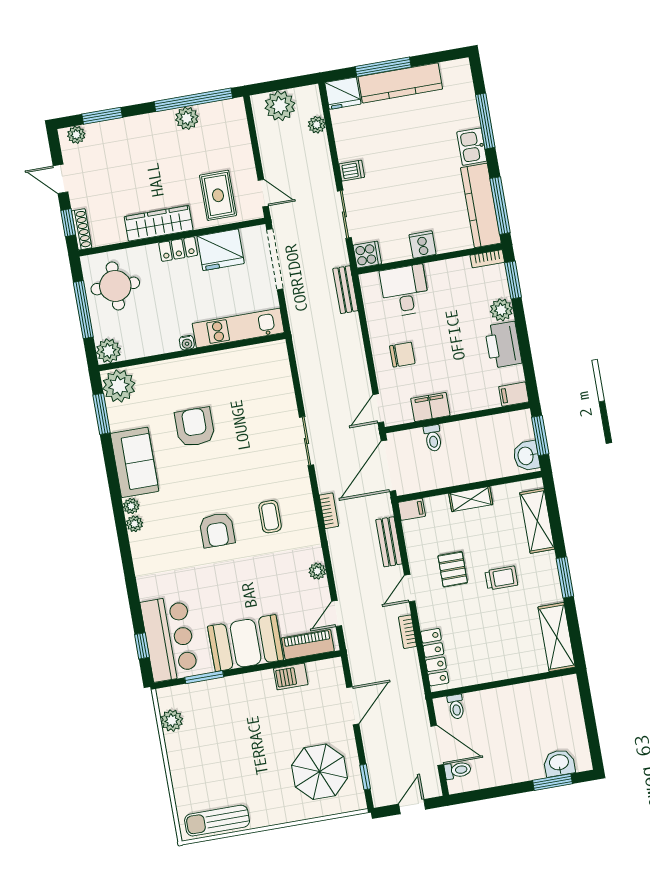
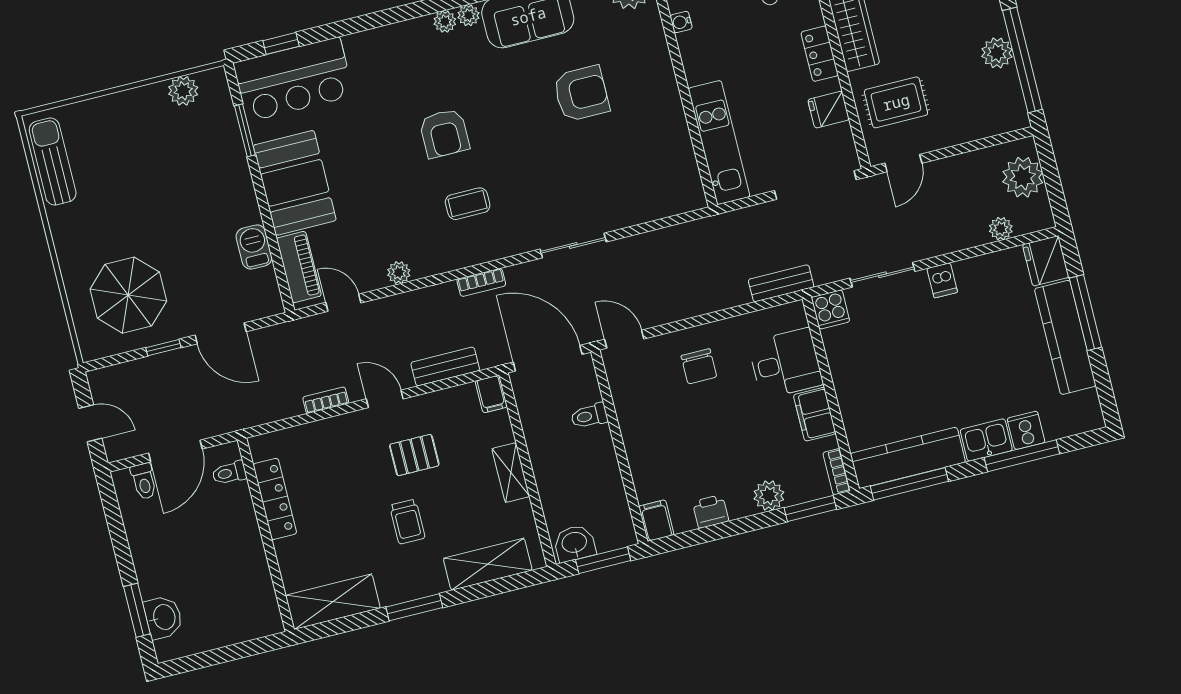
cooker: (423, 244) -> (1026, 430), moved, turned -90
fridge: (221, 250) -> (829, 110), width x0.53, depth x0.75
water cooler: (187, 343) -> (681, 22), moved
printer: (503, 345) -> (711, 511), width x0.53, depth x0.68
filing cabinet: (430, 407) -> (815, 414), moved, turned 180
armchair: (217, 530) -> (444, 133), turned -90
locker: (435, 657) -> (275, 499), moved, turned -90
window: (365, 777) -> (163, 348), moved

